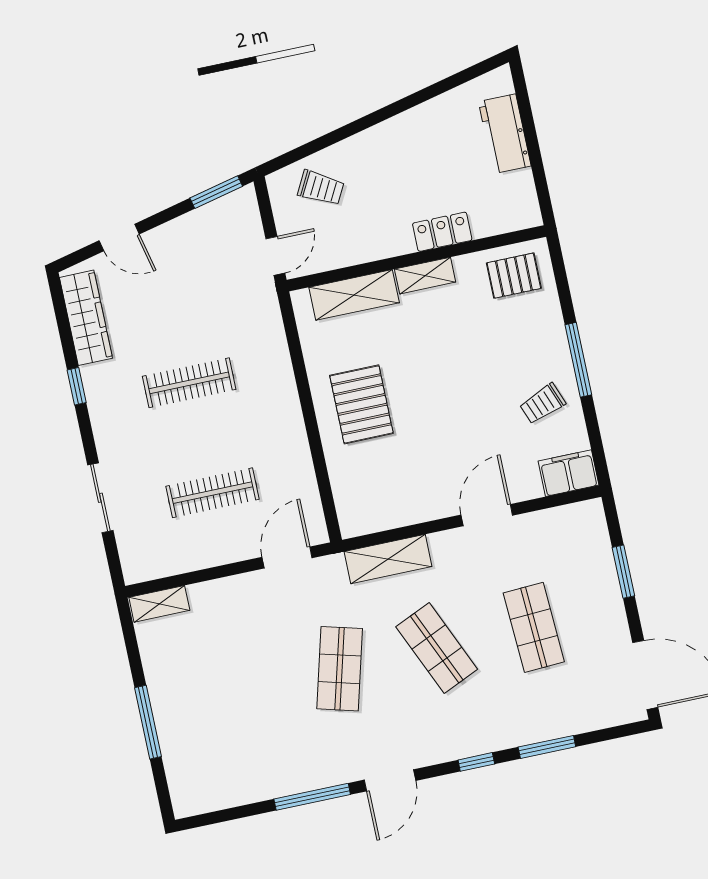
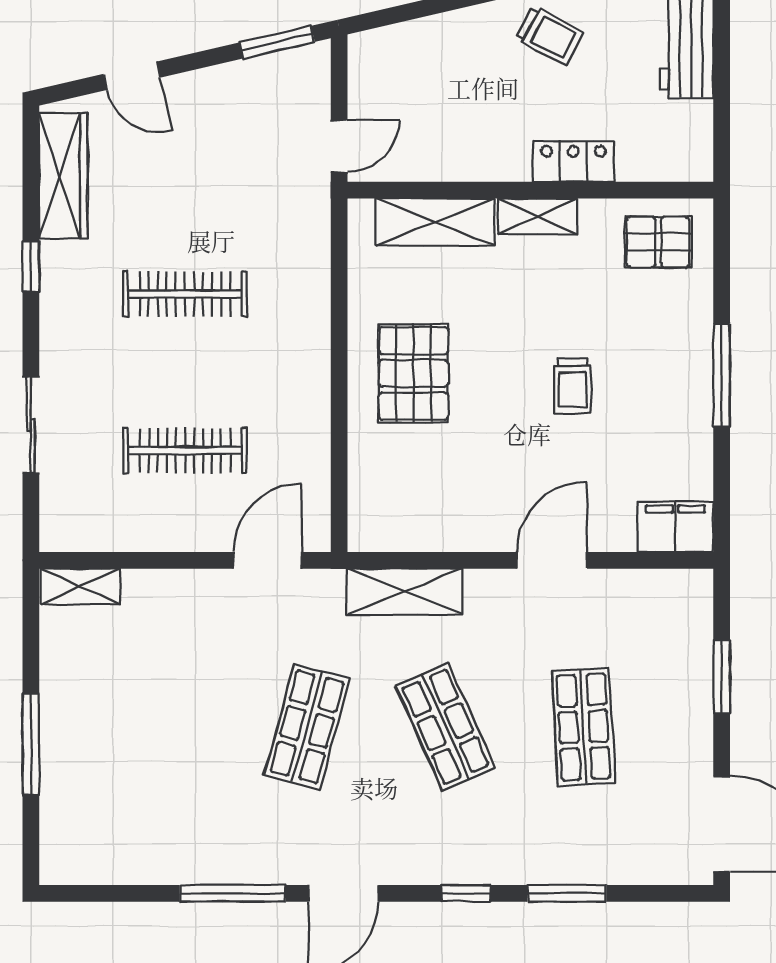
trolley: (321, 188) -> (549, 36), moved
trolley: (543, 404) -> (572, 386), moved, turned -69

